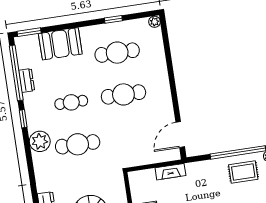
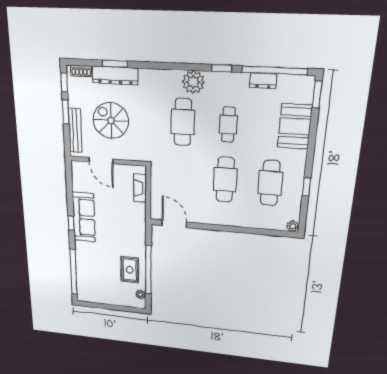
fireplace: (170, 172) -> (140, 188), moved

